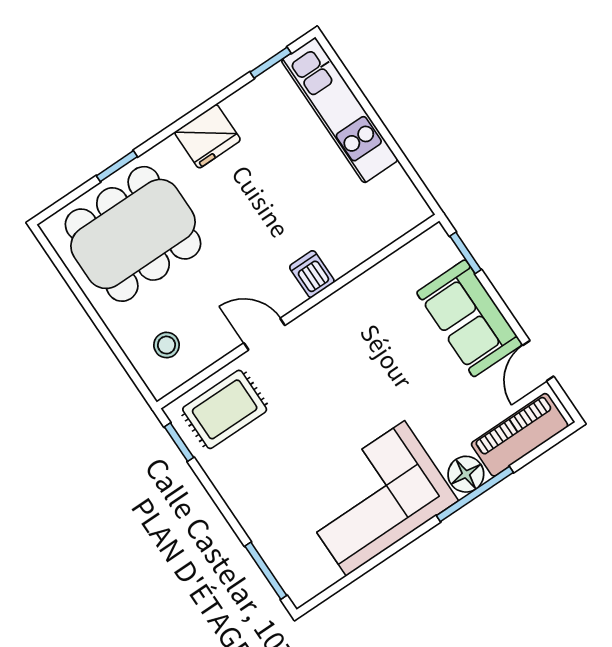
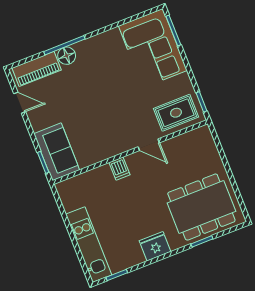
sofa: (469, 318) -> (57, 152), moved
stool: (166, 345) -> (197, 150), removed
door: (538, 361) -> (20, 103), hinge flipped
corner sofa: (375, 498) -> (153, 48), moved, turned 90

